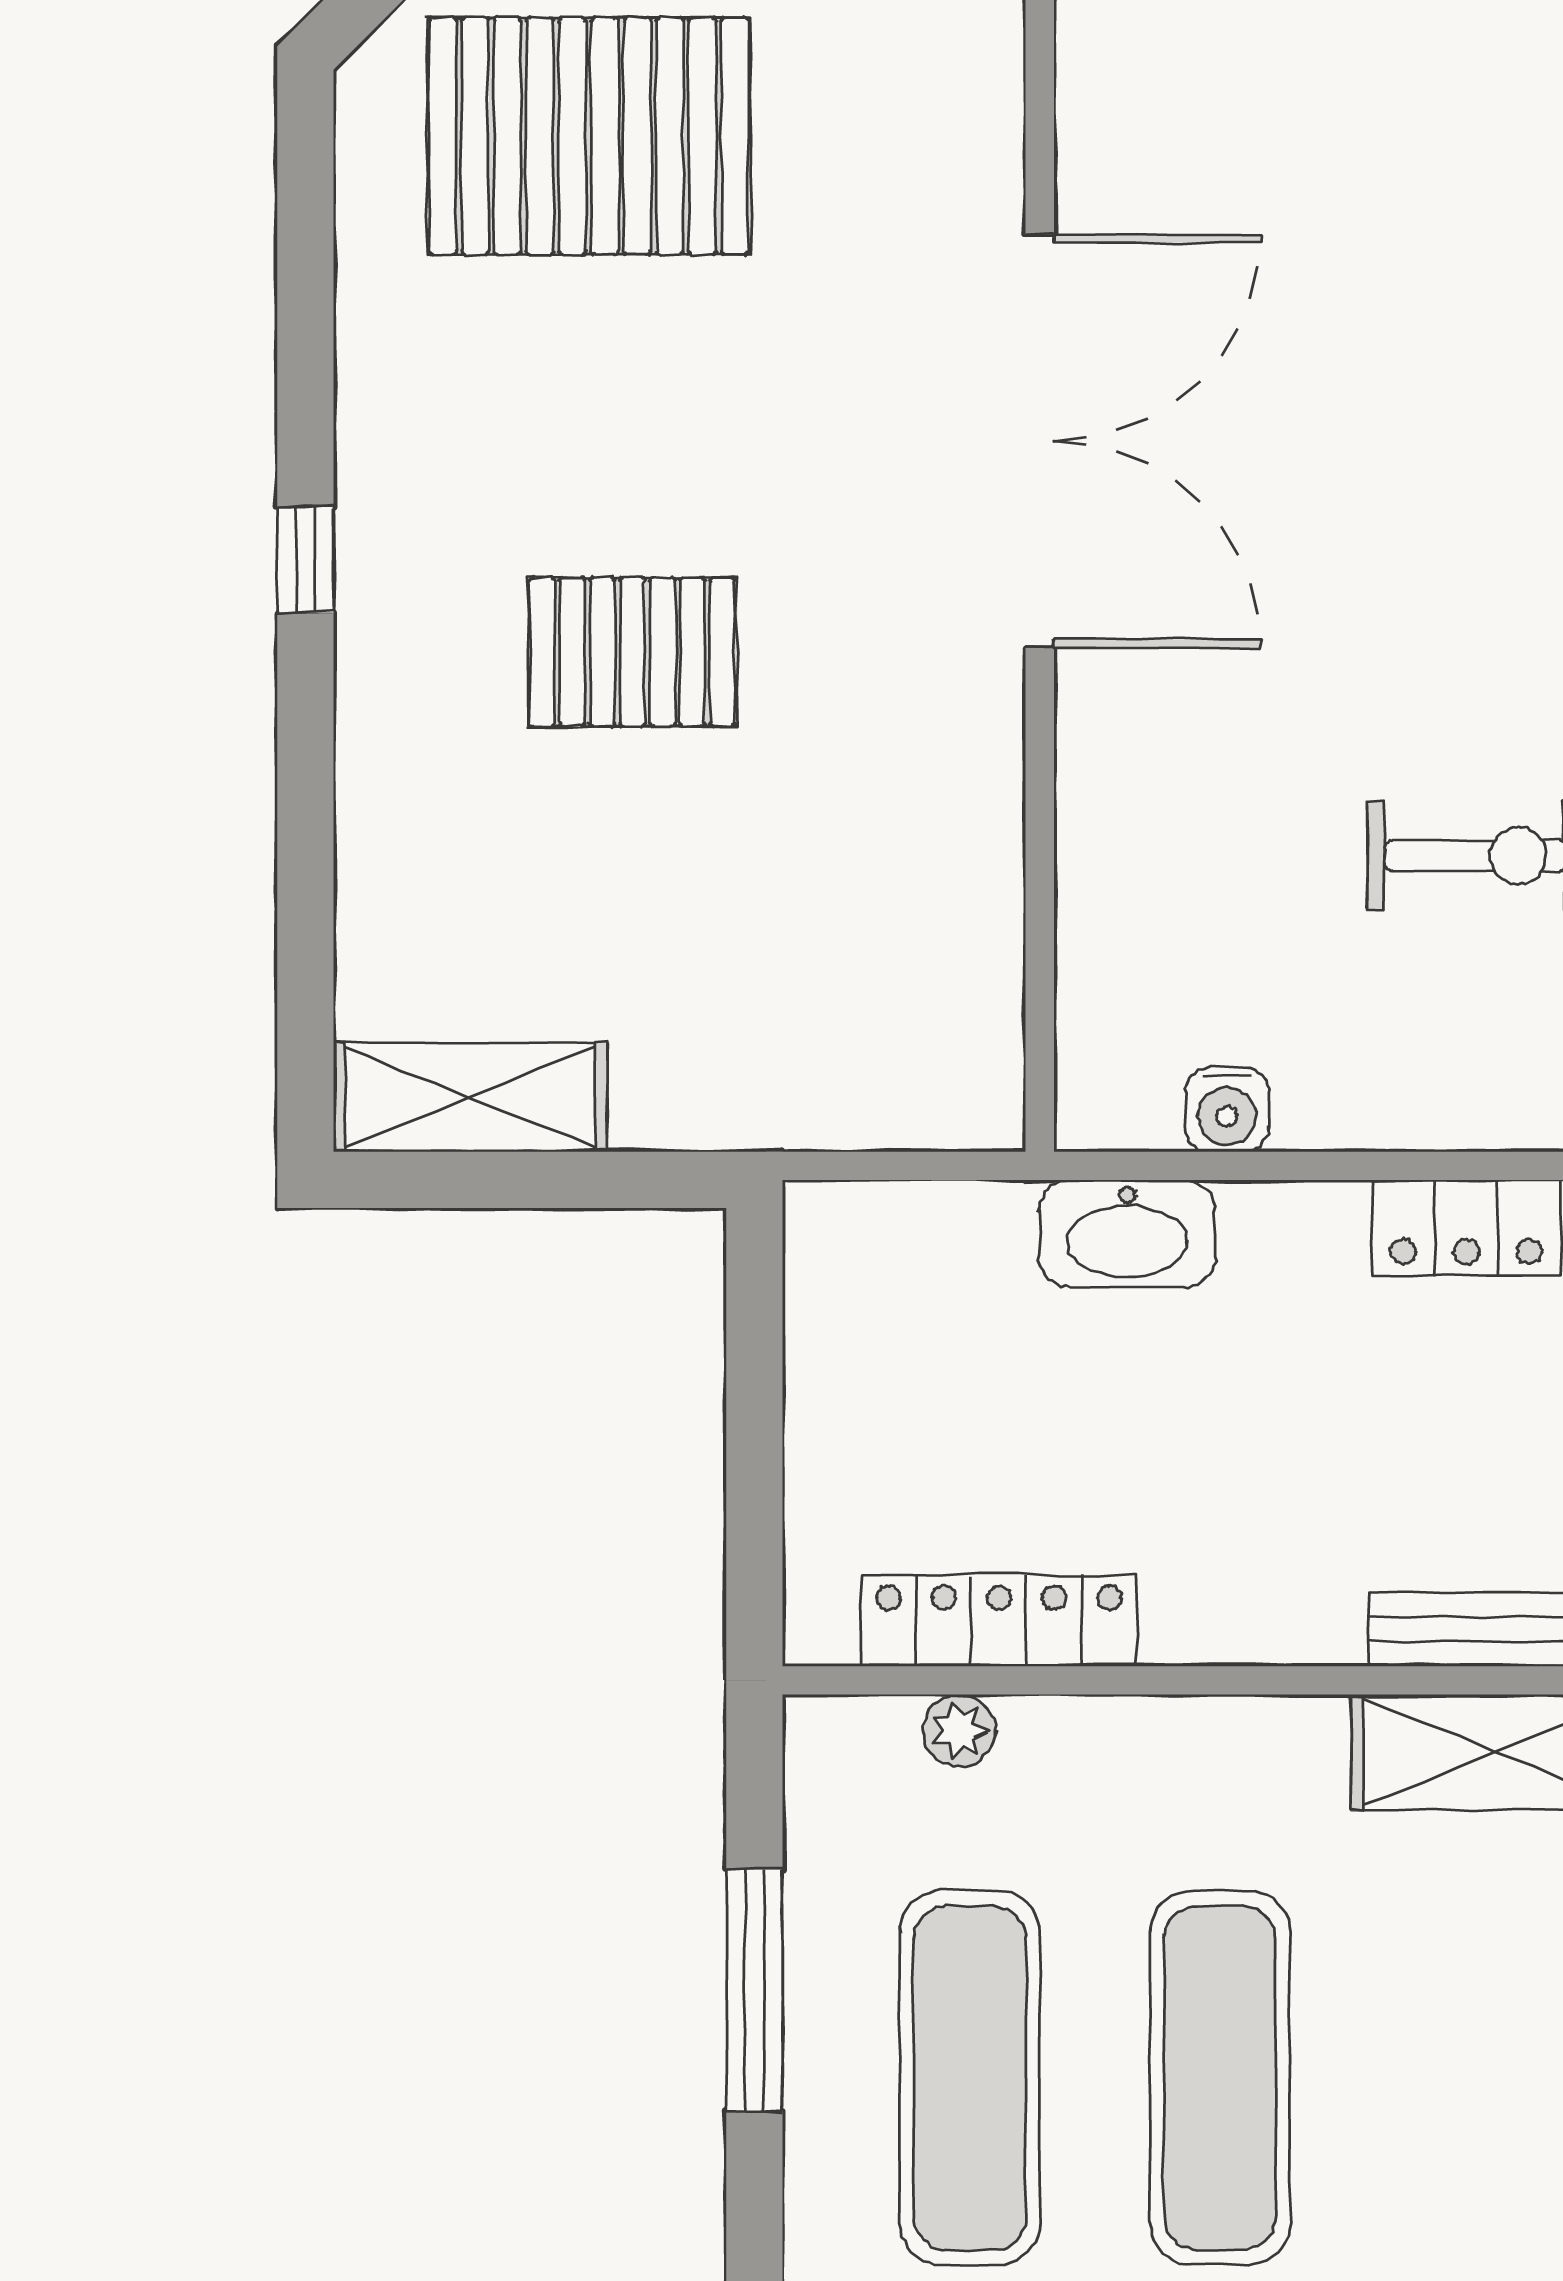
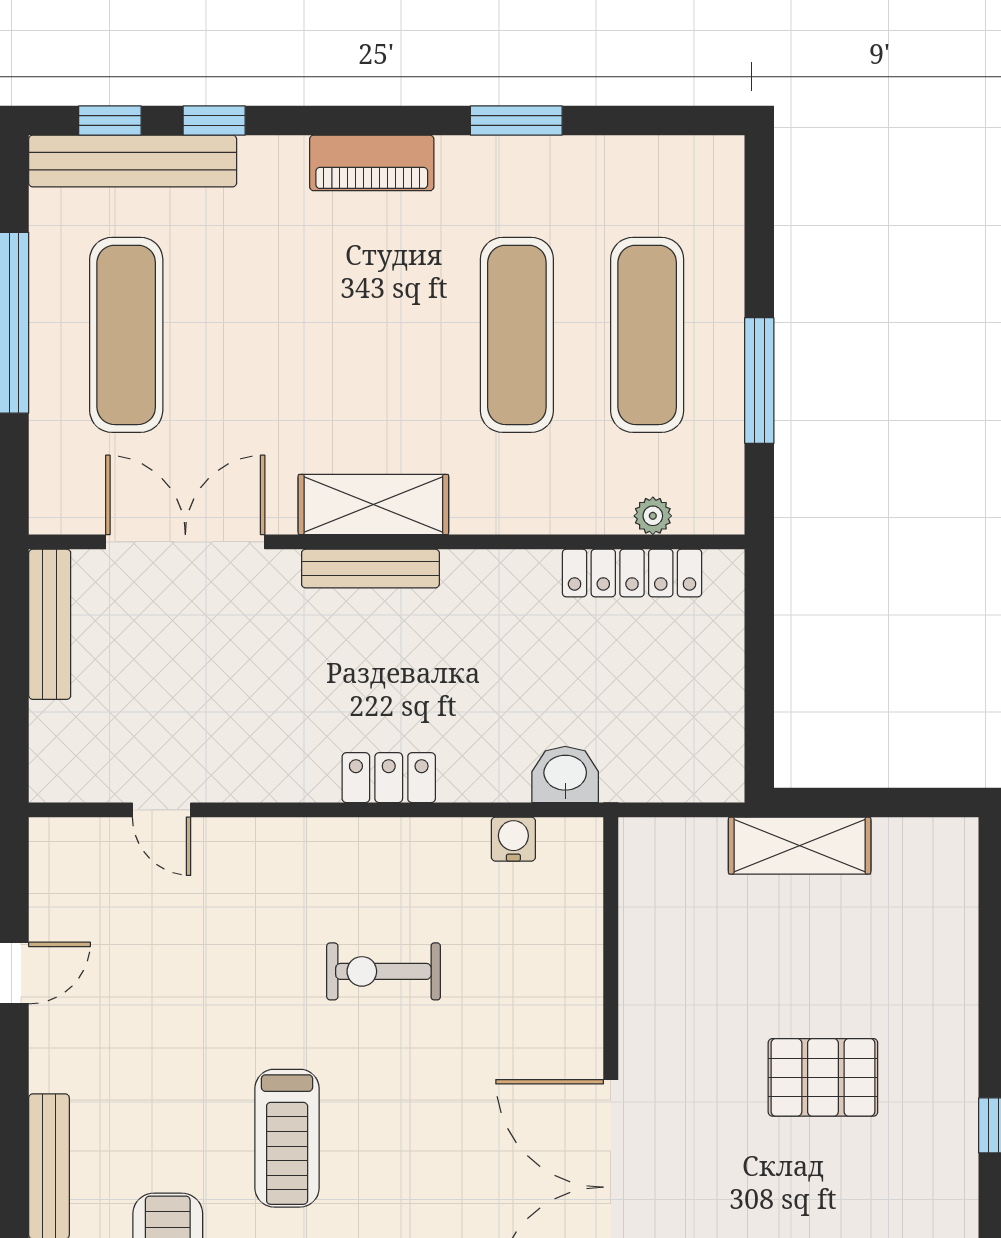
shelving: (470, 1097) -> (800, 846), moved
washbasin: (1127, 1234) -> (565, 774), width x0.72

